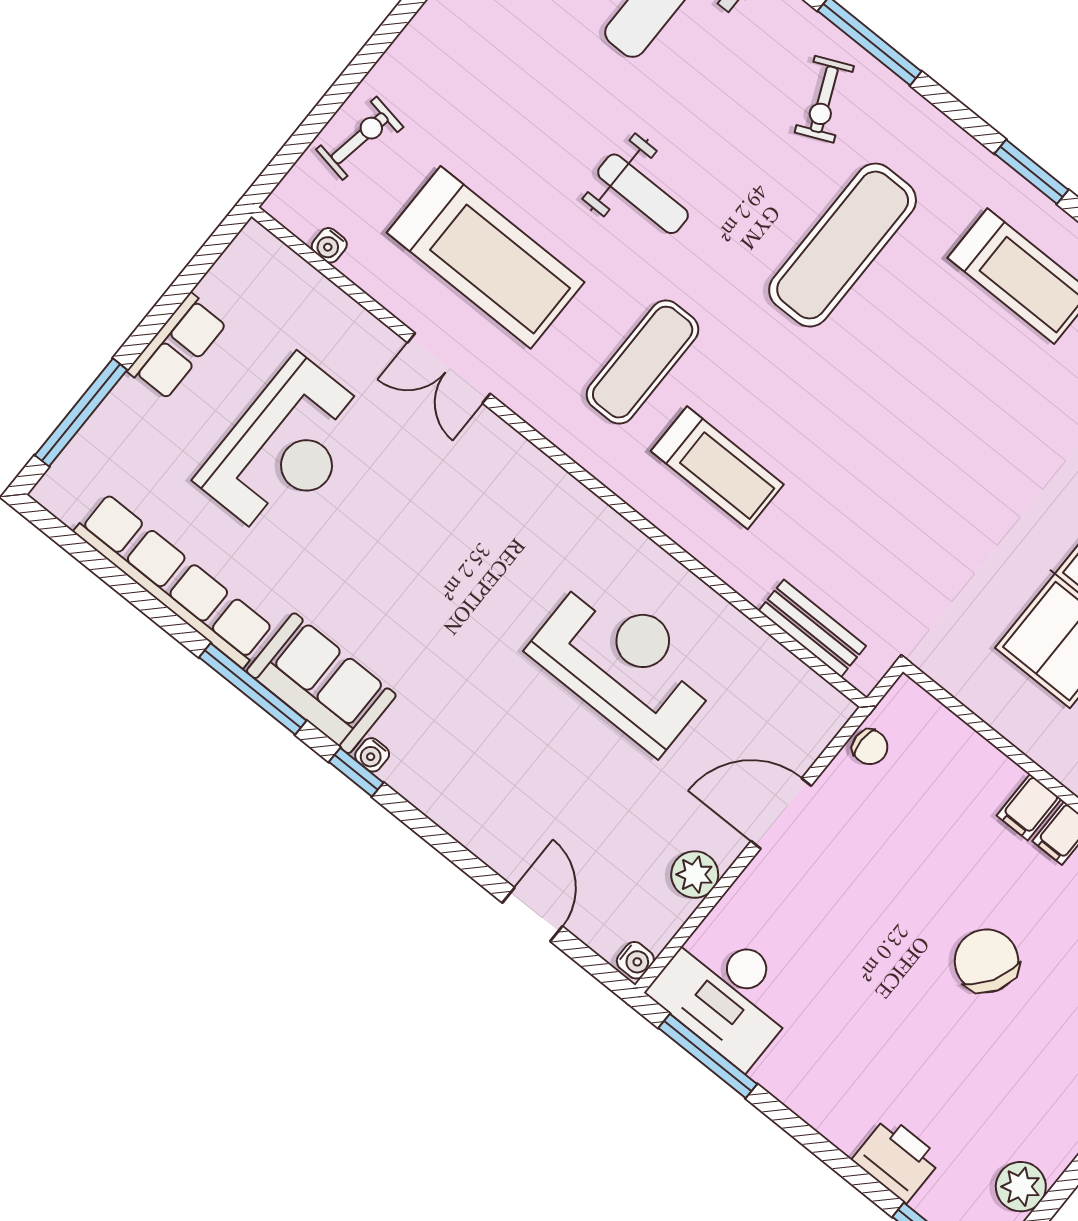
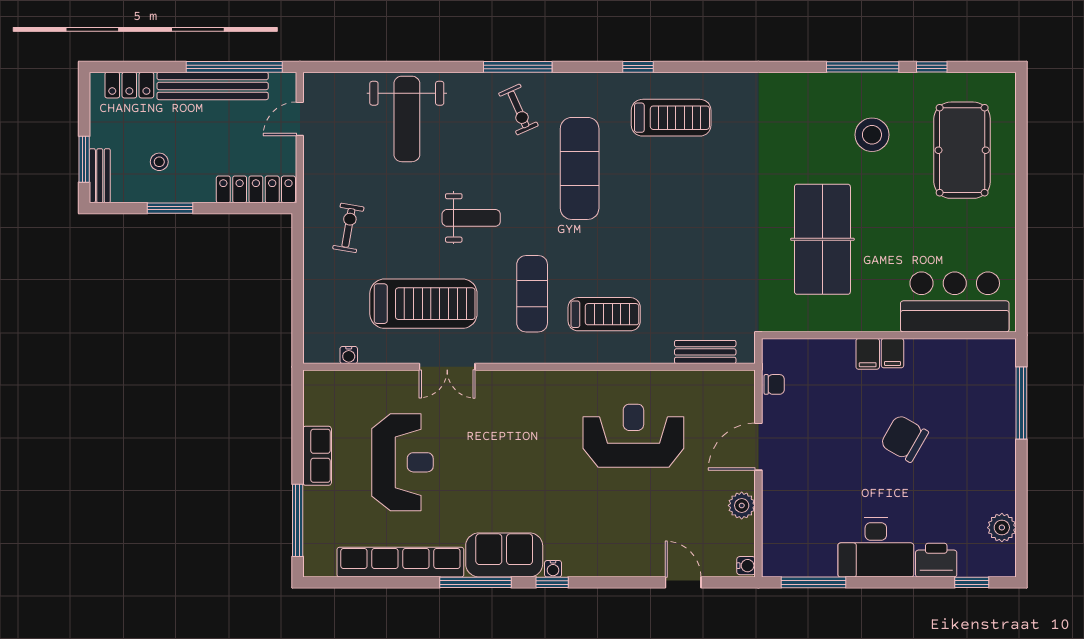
exercise bike: (360, 138) -> (348, 228), moved
window: (1032, 172) -> (638, 67), width x0.67
desk: (727, 994) -> (876, 547), moved

